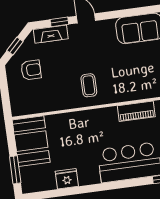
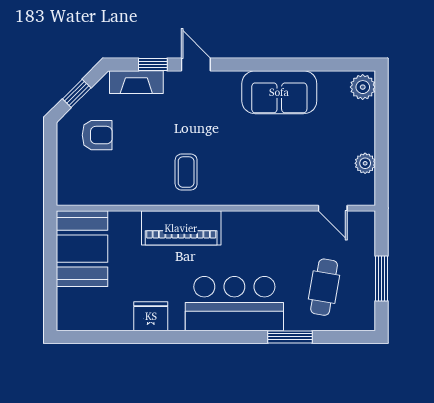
piano: (136, 111) -> (181, 228), moved, width x1.37, depth x1.33
window: (15, 170) -> (50, 291), removed
fridge: (67, 179) -> (151, 316), moved

